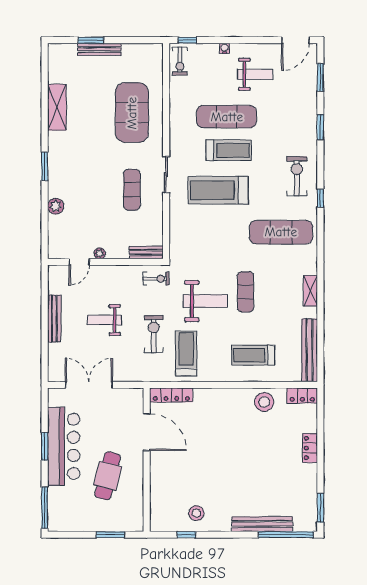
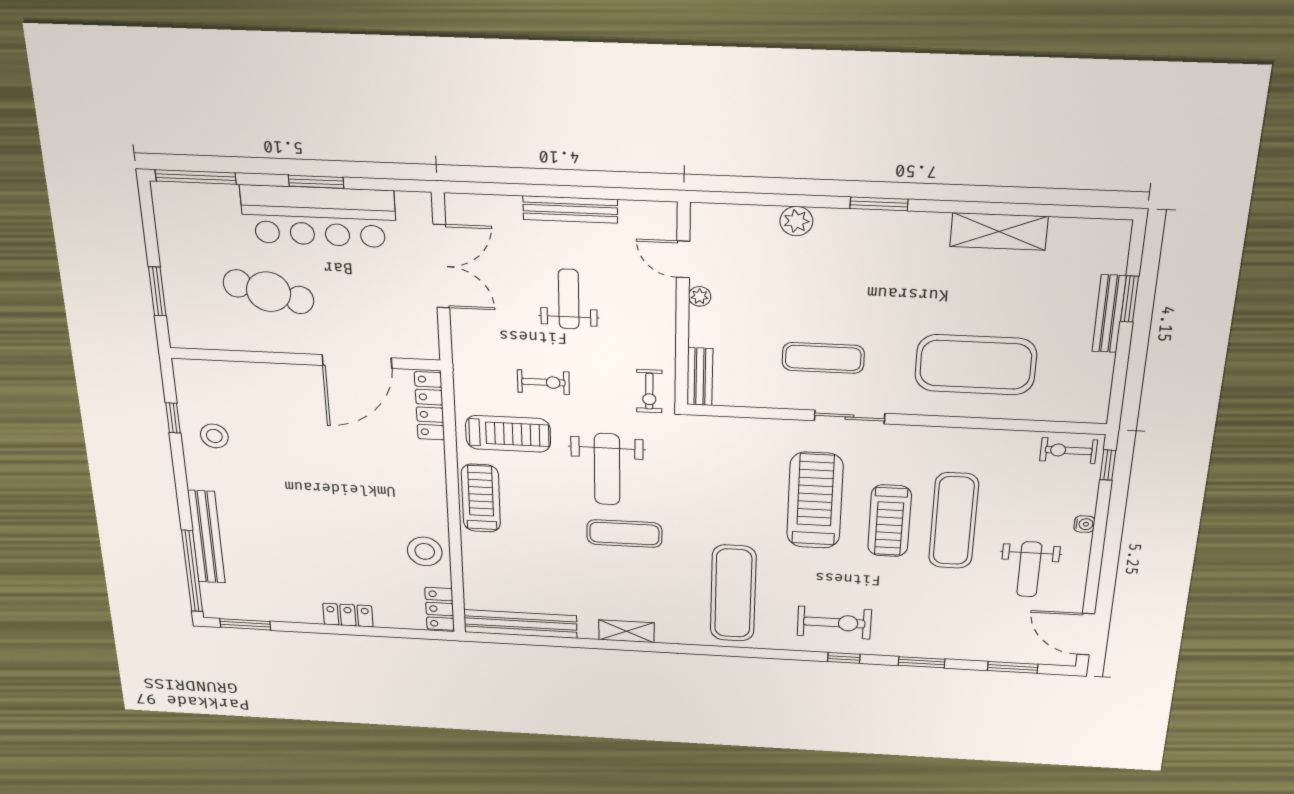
window: (320, 198) -> (844, 658), moved
exercise bike: (154, 334) -> (543, 382), width x0.73, depth x0.72
treadmill: (253, 355) -> (481, 498), moved

